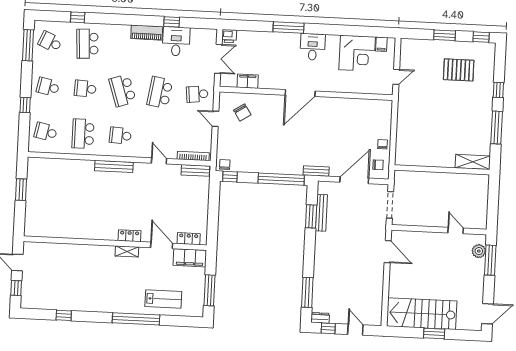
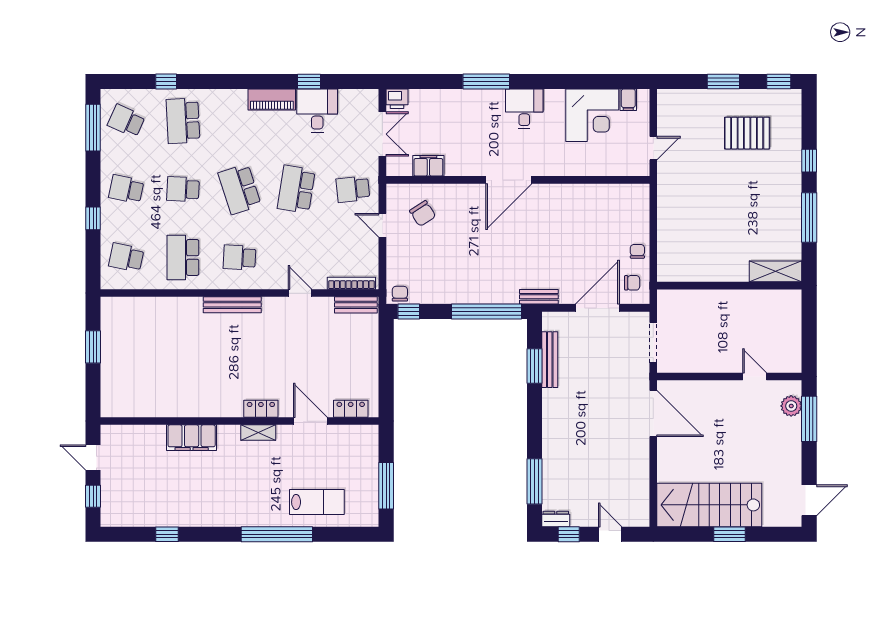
door: (388, 252) -> (653, 414), width x1.36
filing cabinet: (190, 258) -> (192, 438), moved

